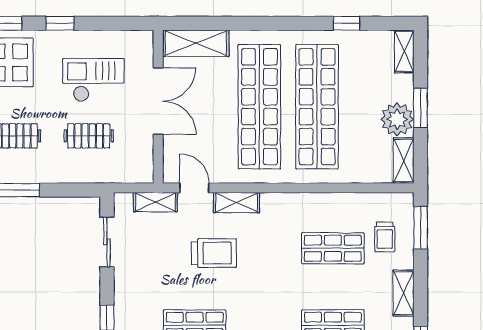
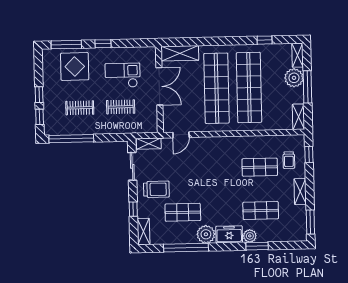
window: (421, 108) -> (307, 87), width x1.44
plant: (397, 119) -> (294, 78), moved
door: (194, 188) -> (181, 135), swing flipped
shelving: (155, 202) -> (149, 144), moved
shelving: (237, 203) -> (205, 143), removed
window: (421, 228) -> (309, 154), width x0.67
trolley: (214, 253) -> (156, 189), moved

